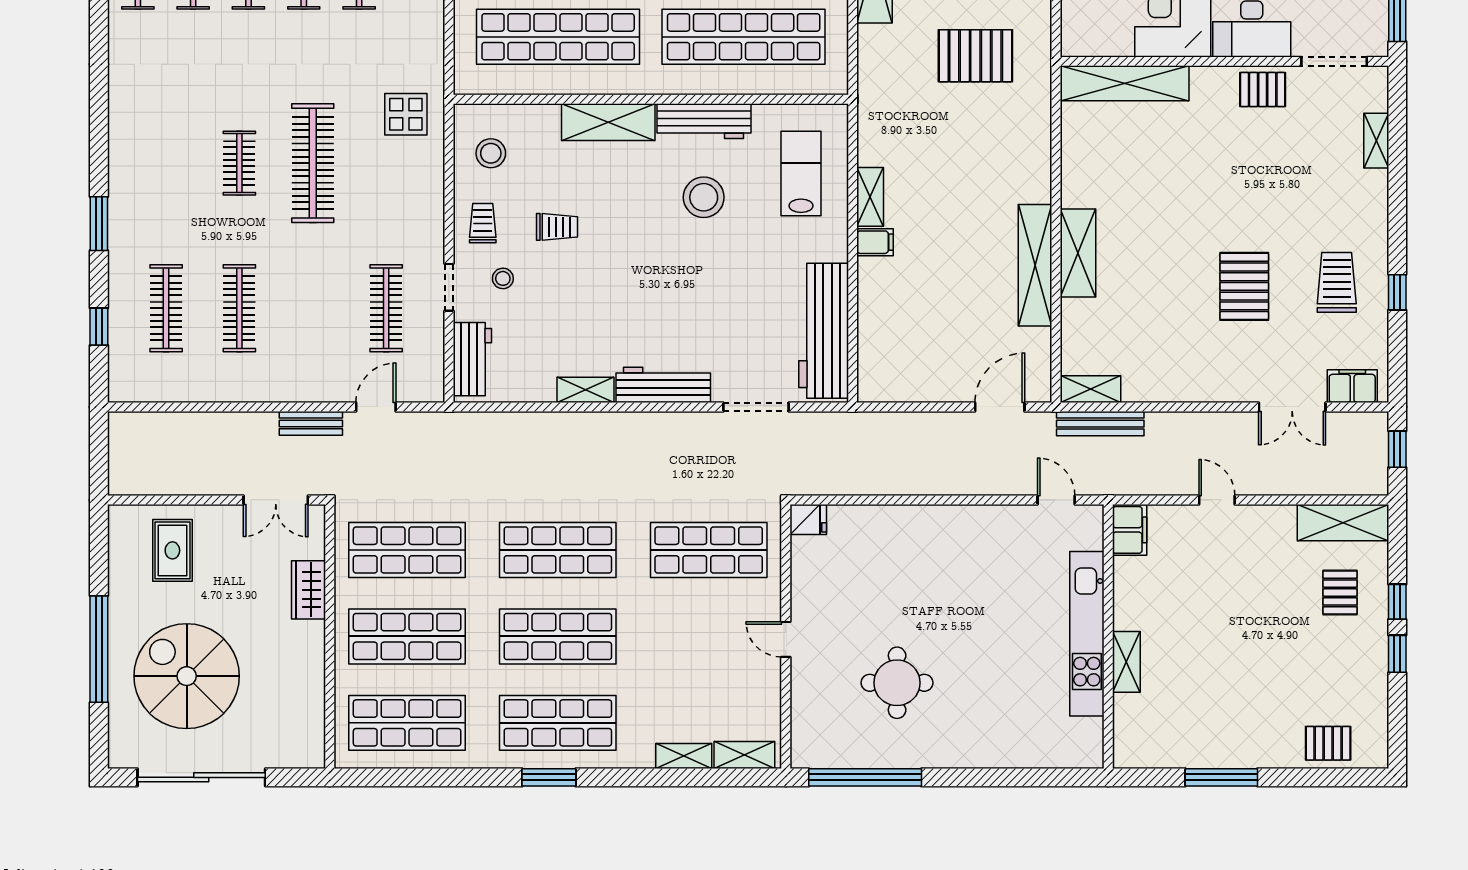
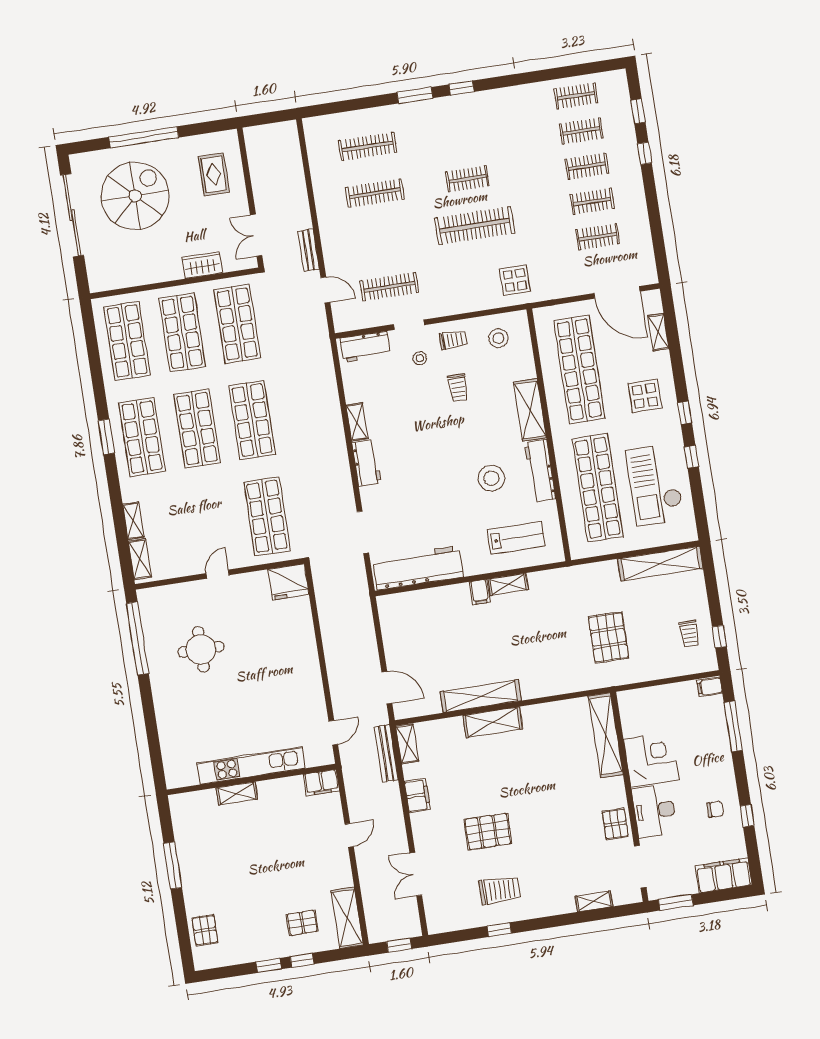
window: (99, 327) -> (462, 88), moved
workbench: (663, 385) -> (366, 463), width x0.73
filing cabinet: (1352, 386) -> (417, 796), moved
fridge: (808, 519) -> (288, 582), width x1.88, depth x1.34
rug: (172, 550) -> (214, 174), turned 90

